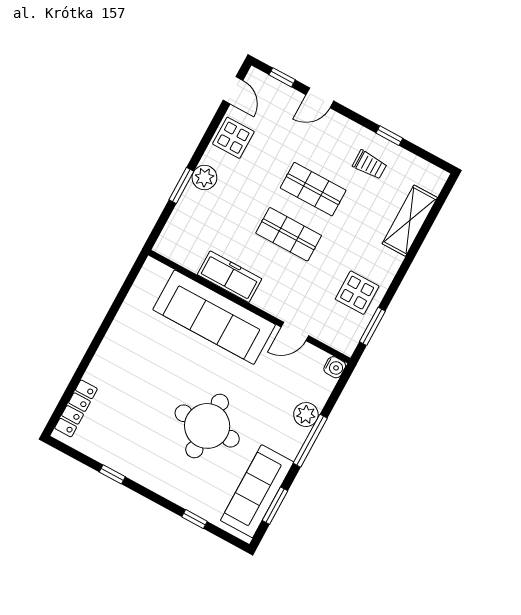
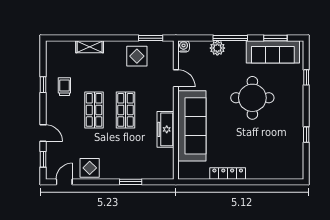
plant: (204, 178) -> (120, 172), removed
shelving: (410, 221) -> (90, 47), width x0.67, depth x0.75
locker: (76, 408) -> (228, 173), moved

